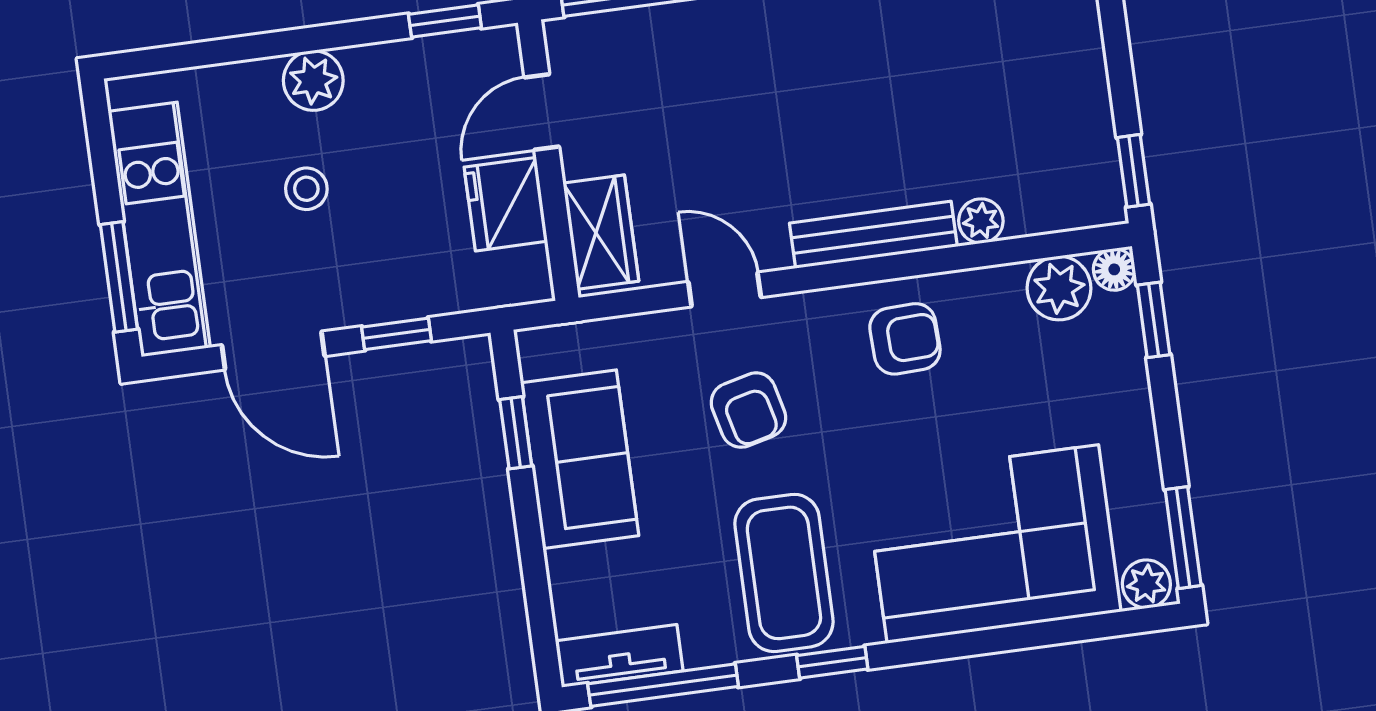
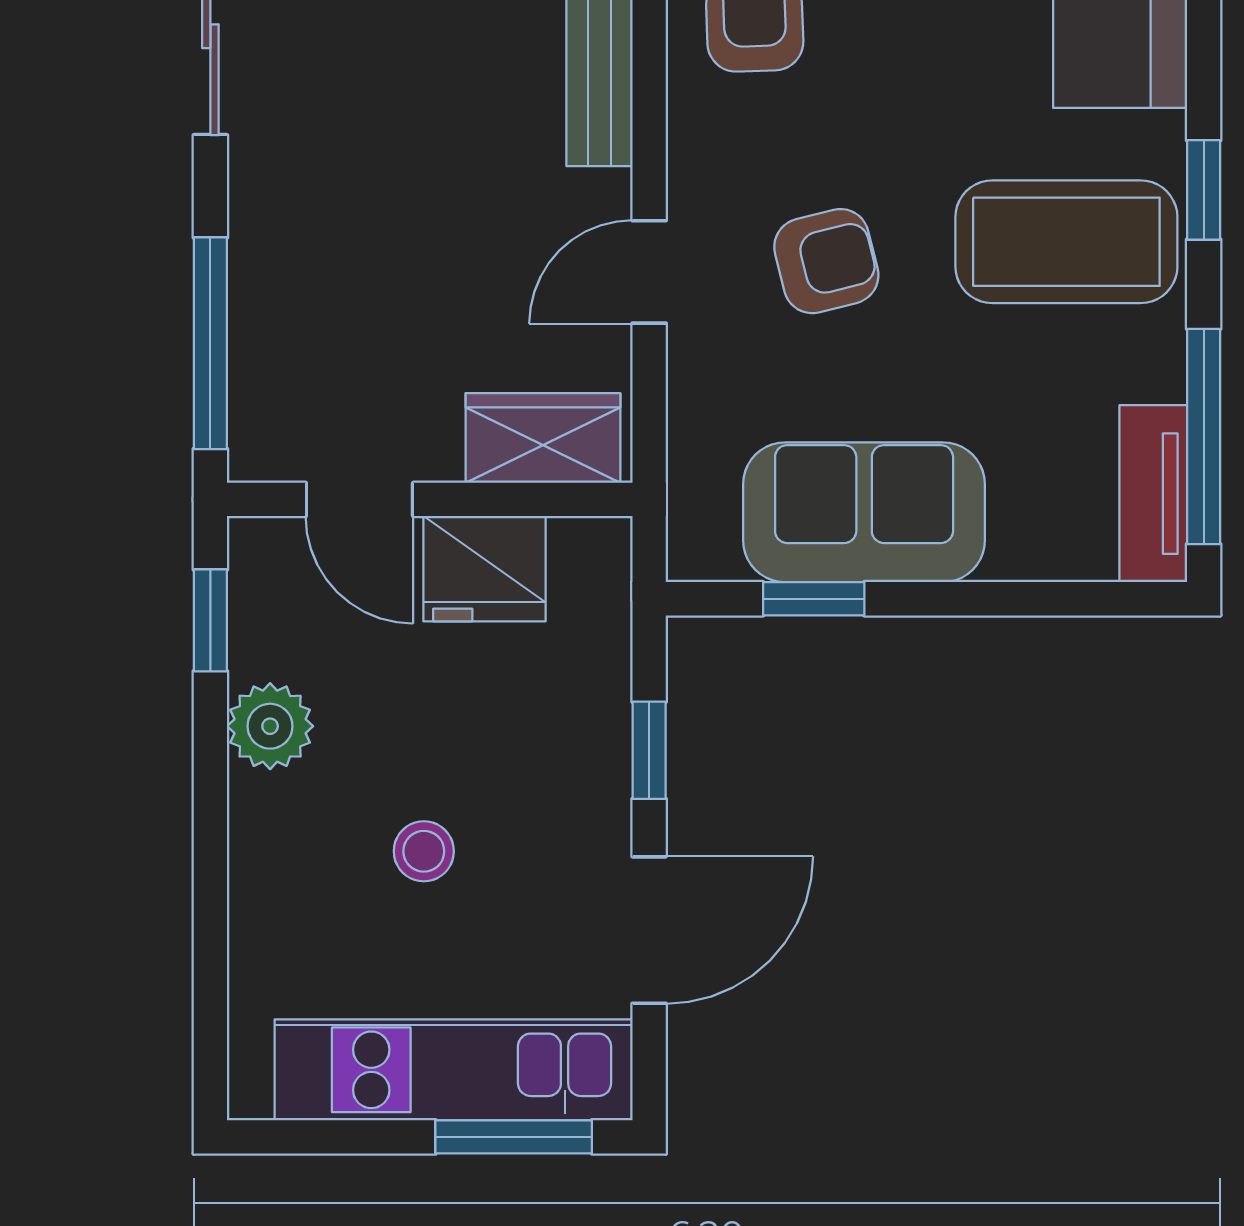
plant: (313, 80) -> (270, 726), moved

